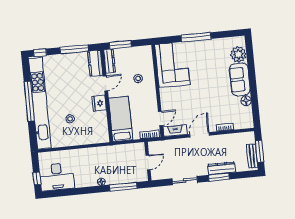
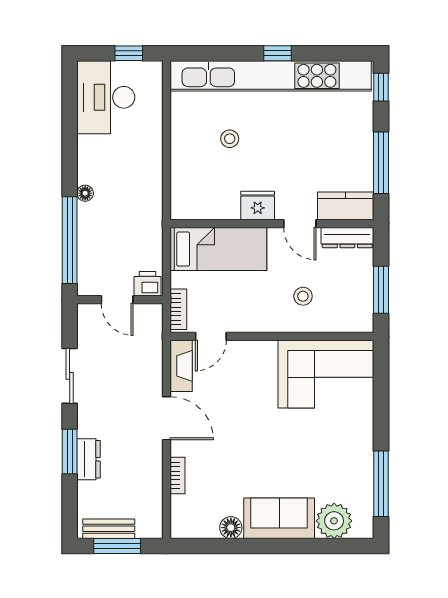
window: (196, 37) -> (381, 484), moved
window: (120, 45) -> (381, 290), moved
window: (29, 101) -> (278, 53), width x0.32
door: (160, 118) -> (211, 336), hinge flipped
printer: (139, 150) -> (147, 284), added
dresser: (222, 168) -> (89, 459), width x0.70
window: (37, 178) -> (129, 53), moved
window: (123, 187) -> (70, 240), width x1.46

